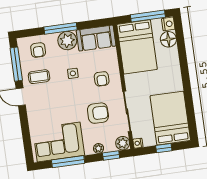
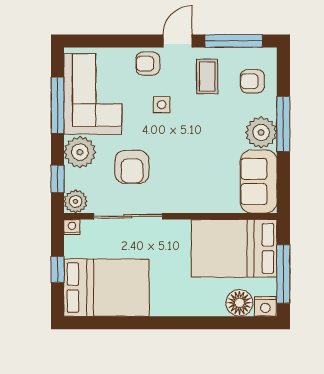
side table: (73, 73) -> (162, 105), moved
armchair: (102, 79) -> (148, 64), moved
plant: (98, 148) -> (80, 152), width x1.88, depth x1.88

